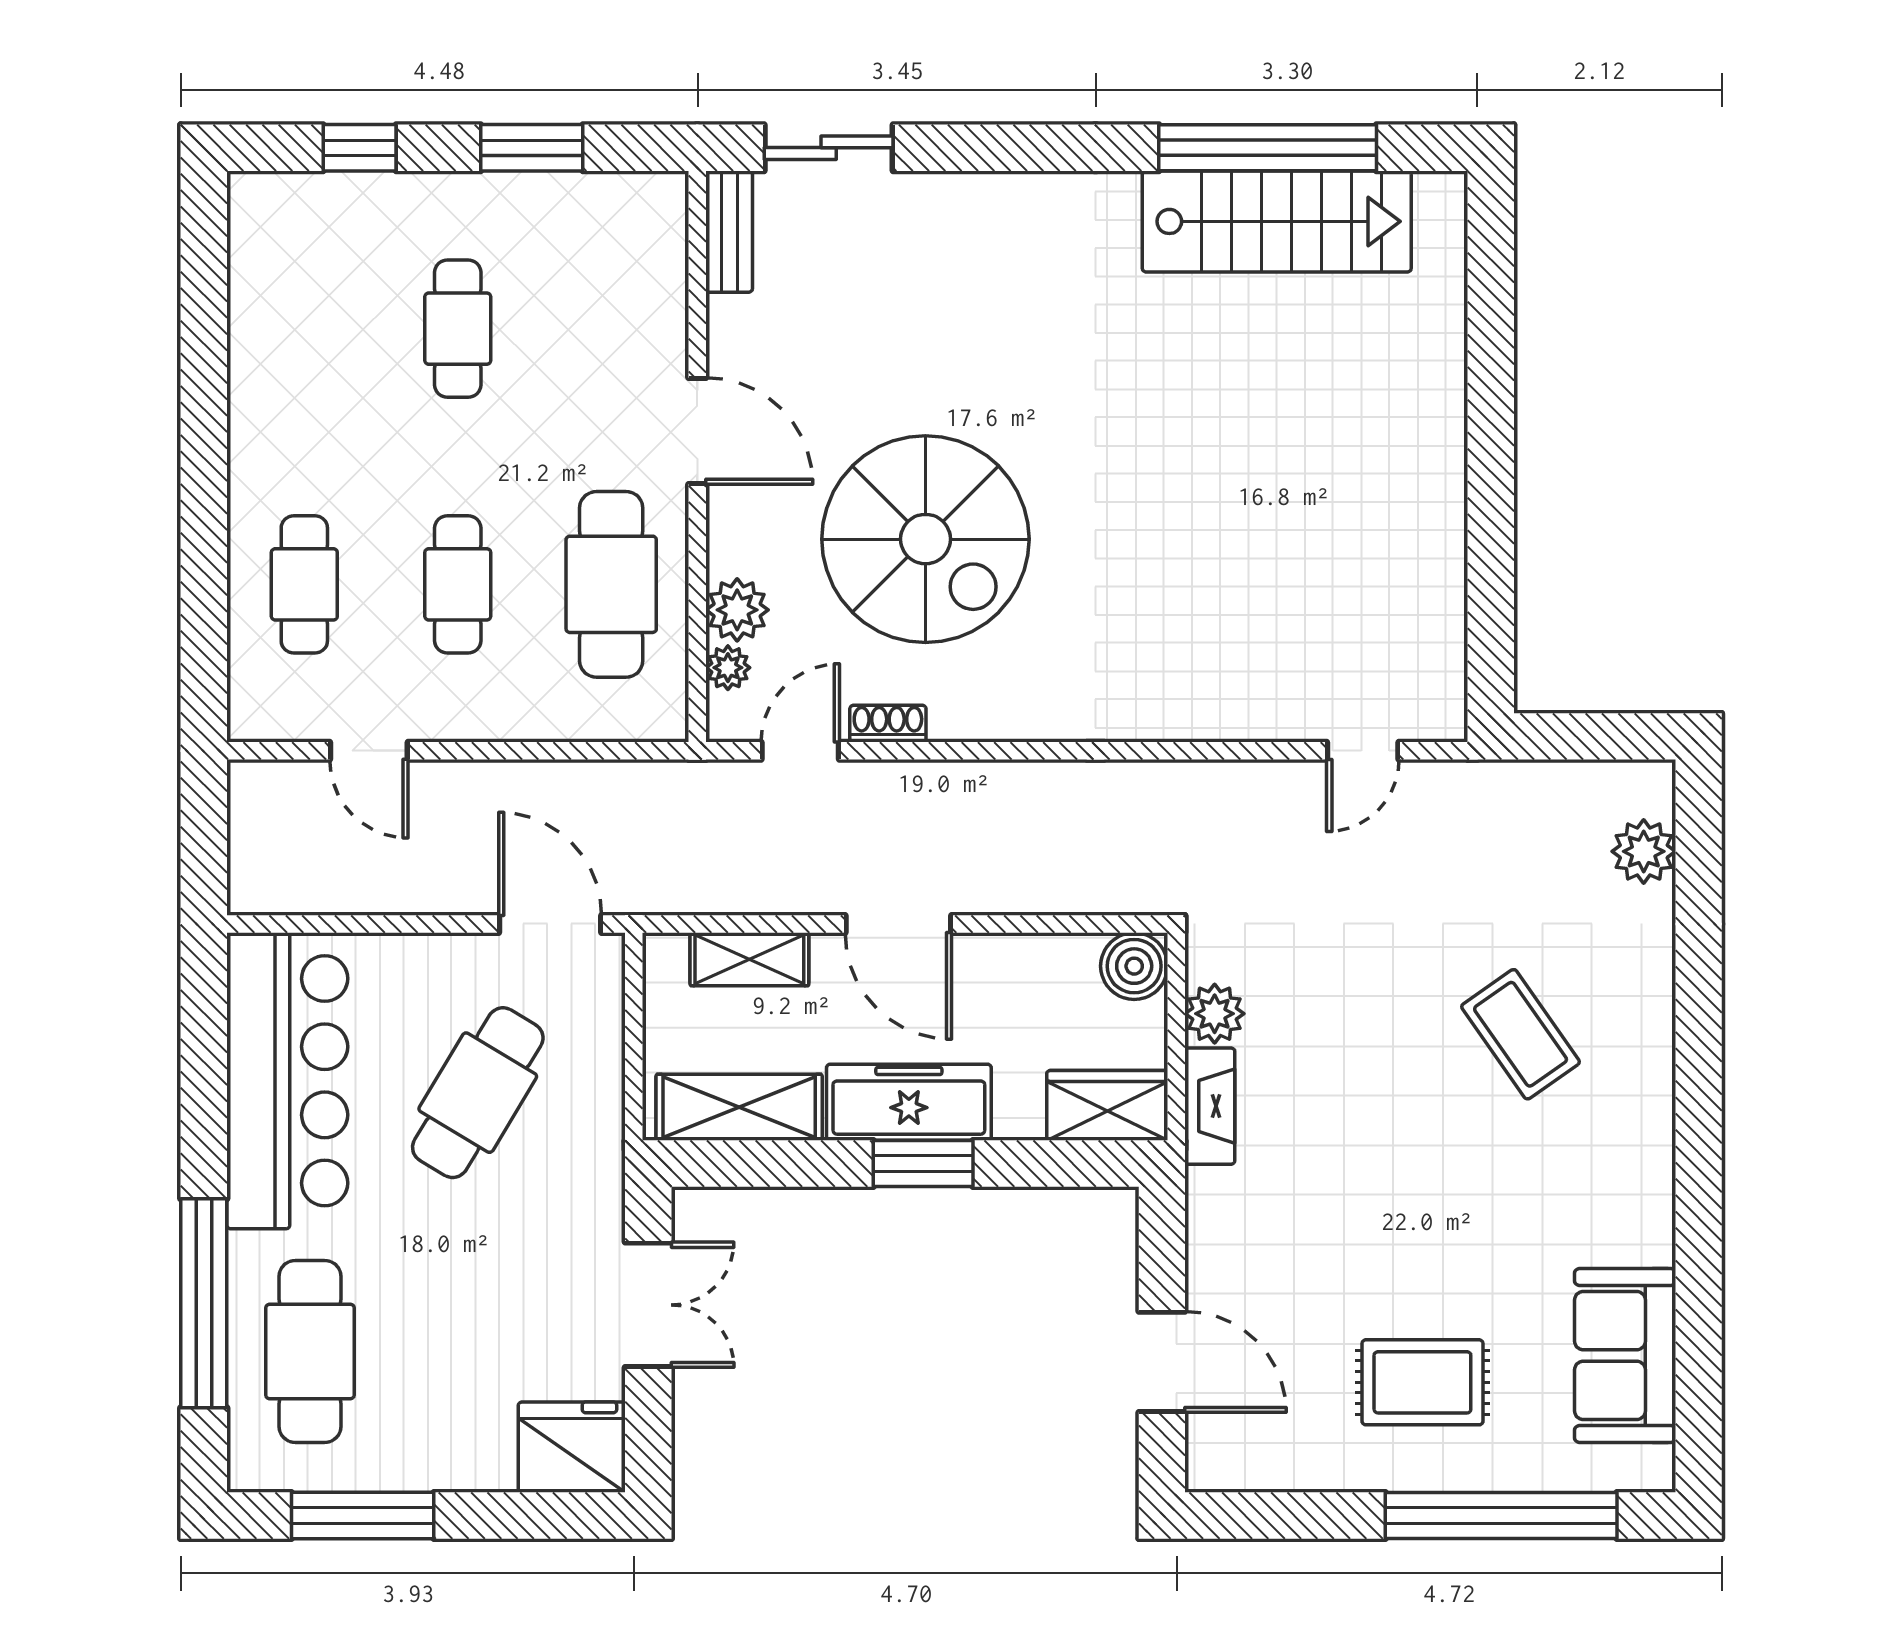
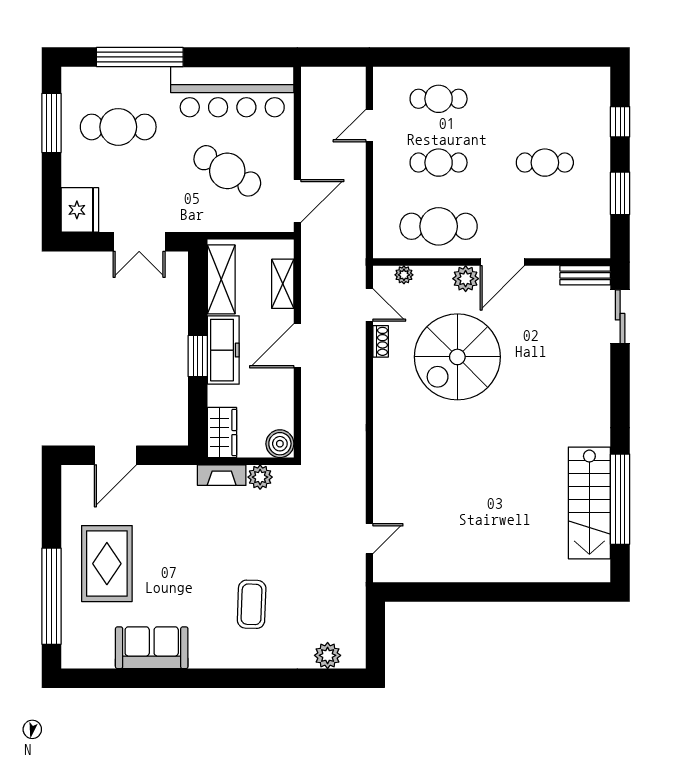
plant: (737, 610) -> (466, 279), moved
door: (1363, 751) -> (369, 539), swing flipped
coffee table: (1521, 1034) -> (252, 604), turned -53
cafe table: (310, 1351) -> (118, 127), moved
sofa: (1625, 1356) -> (152, 648), moved
rug: (1422, 1382) -> (107, 564), width x1.36, depth x1.43

